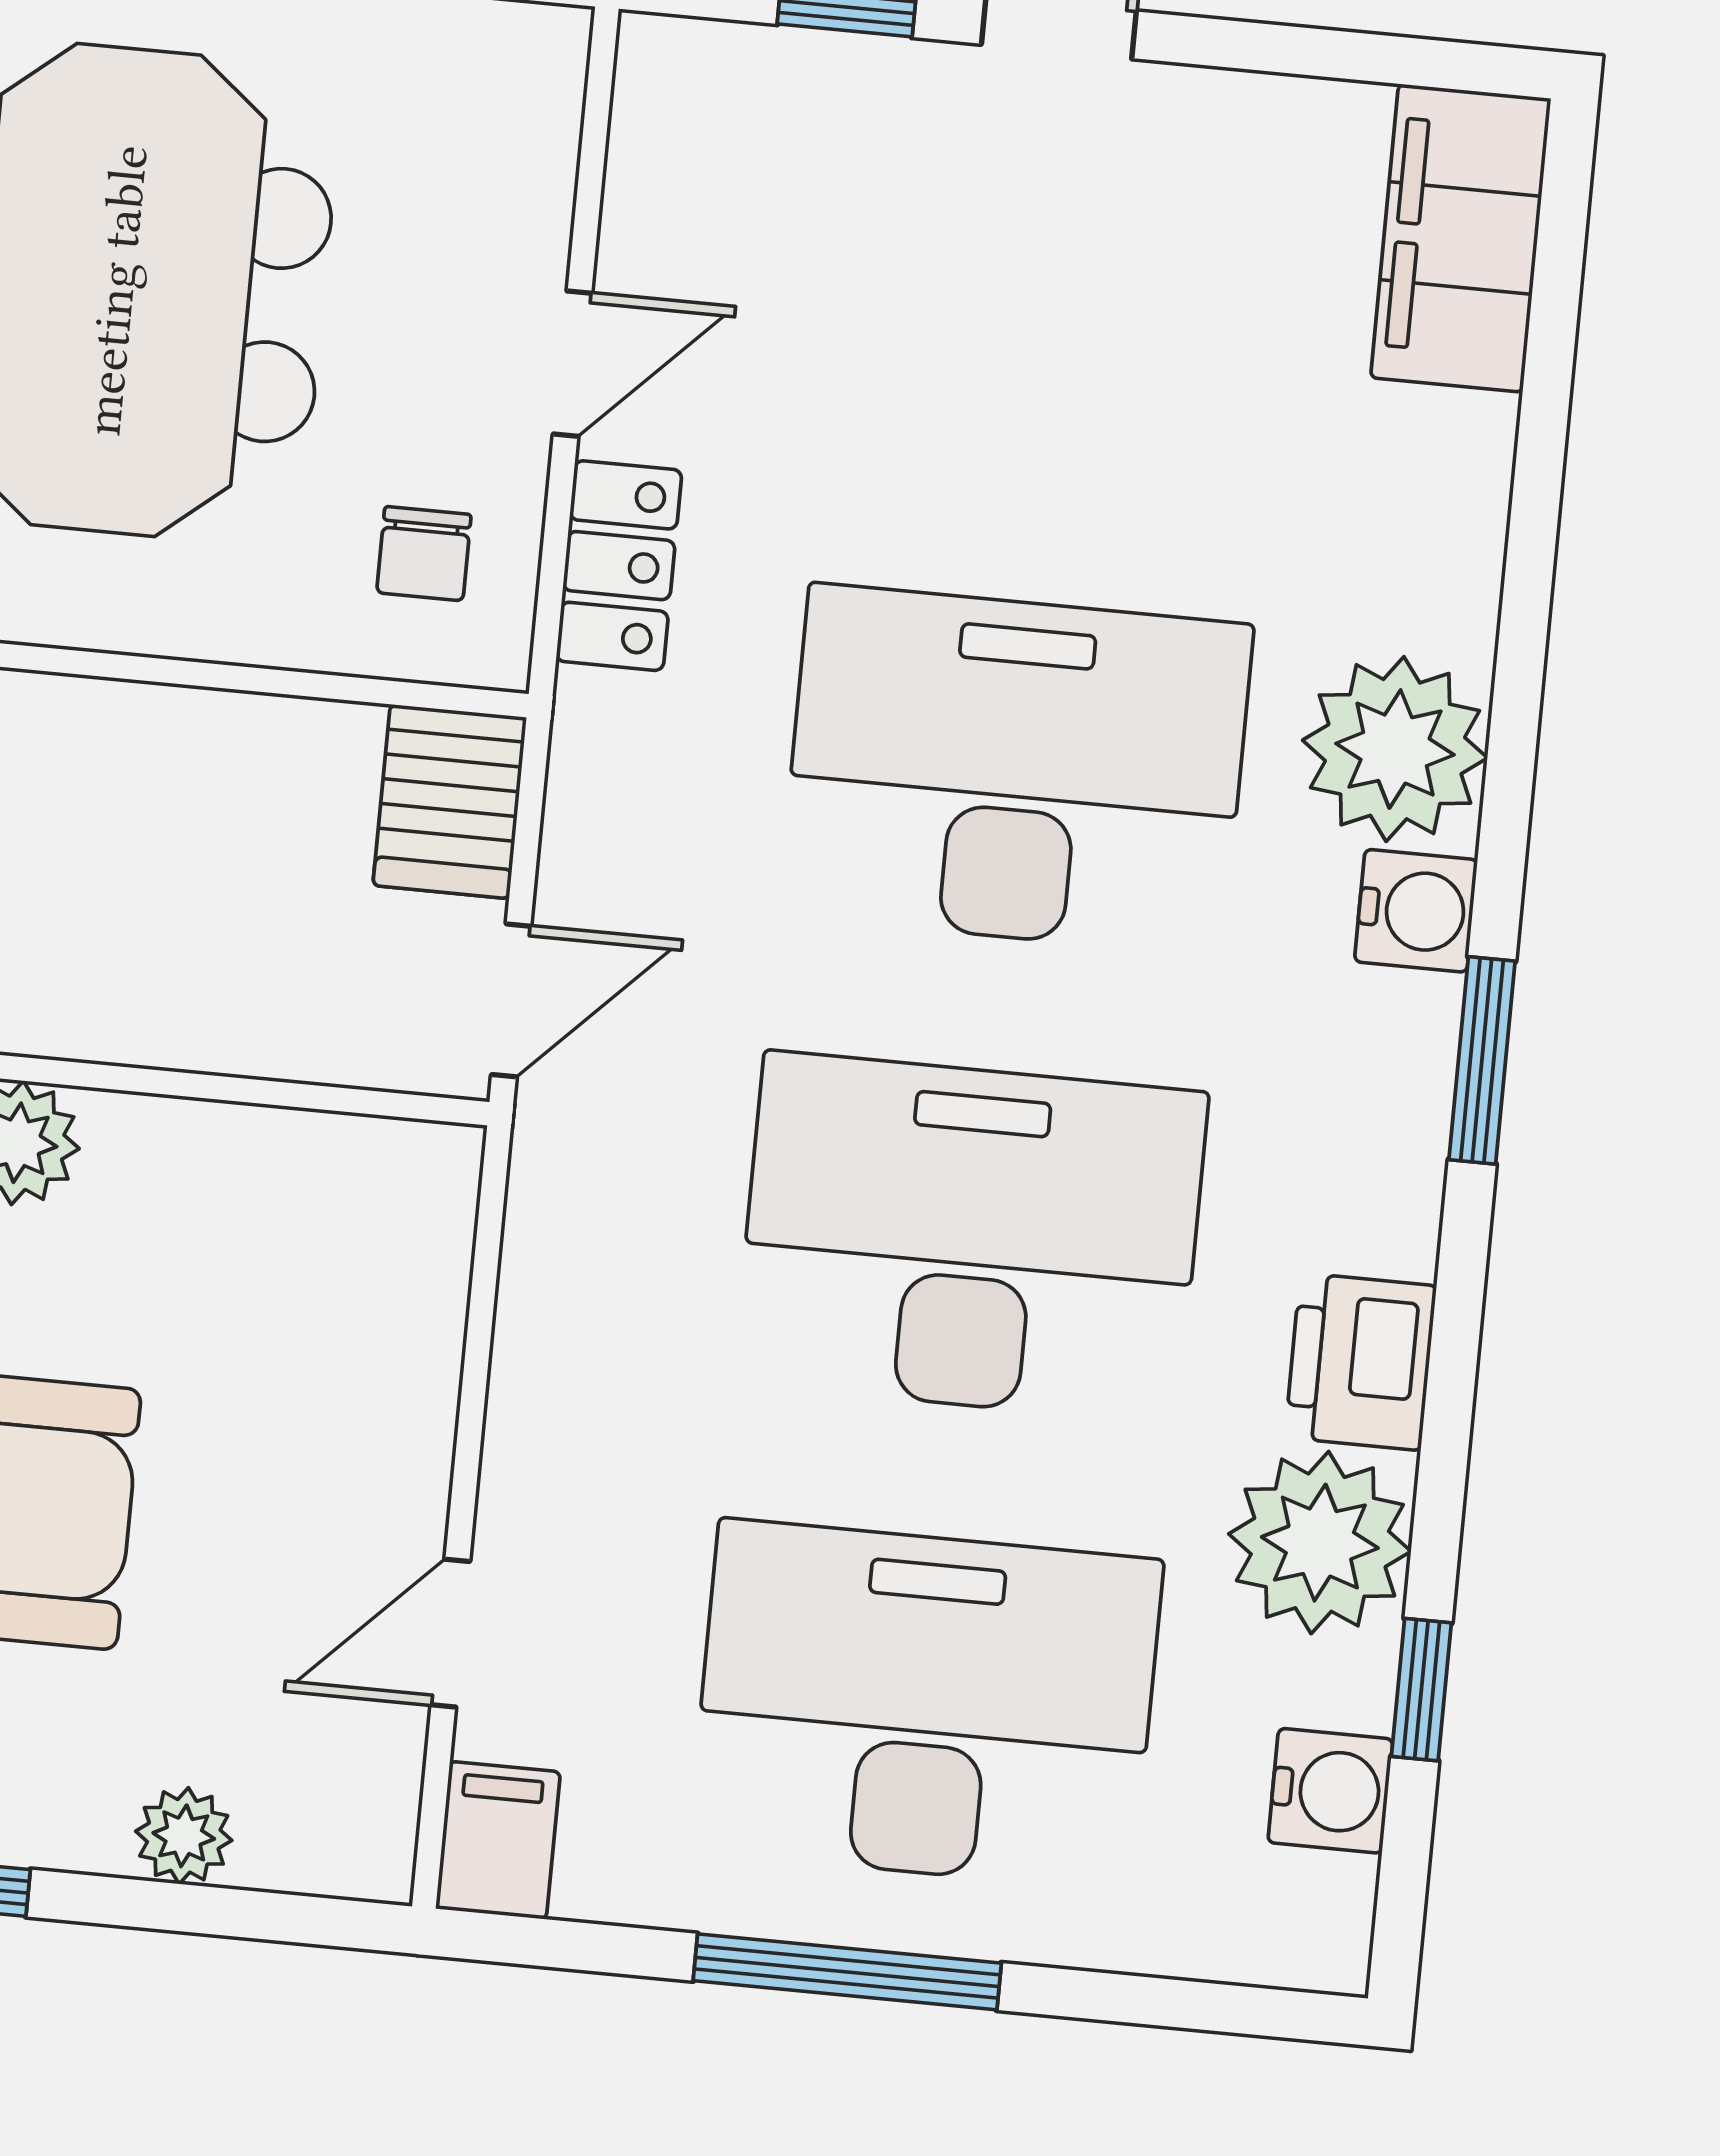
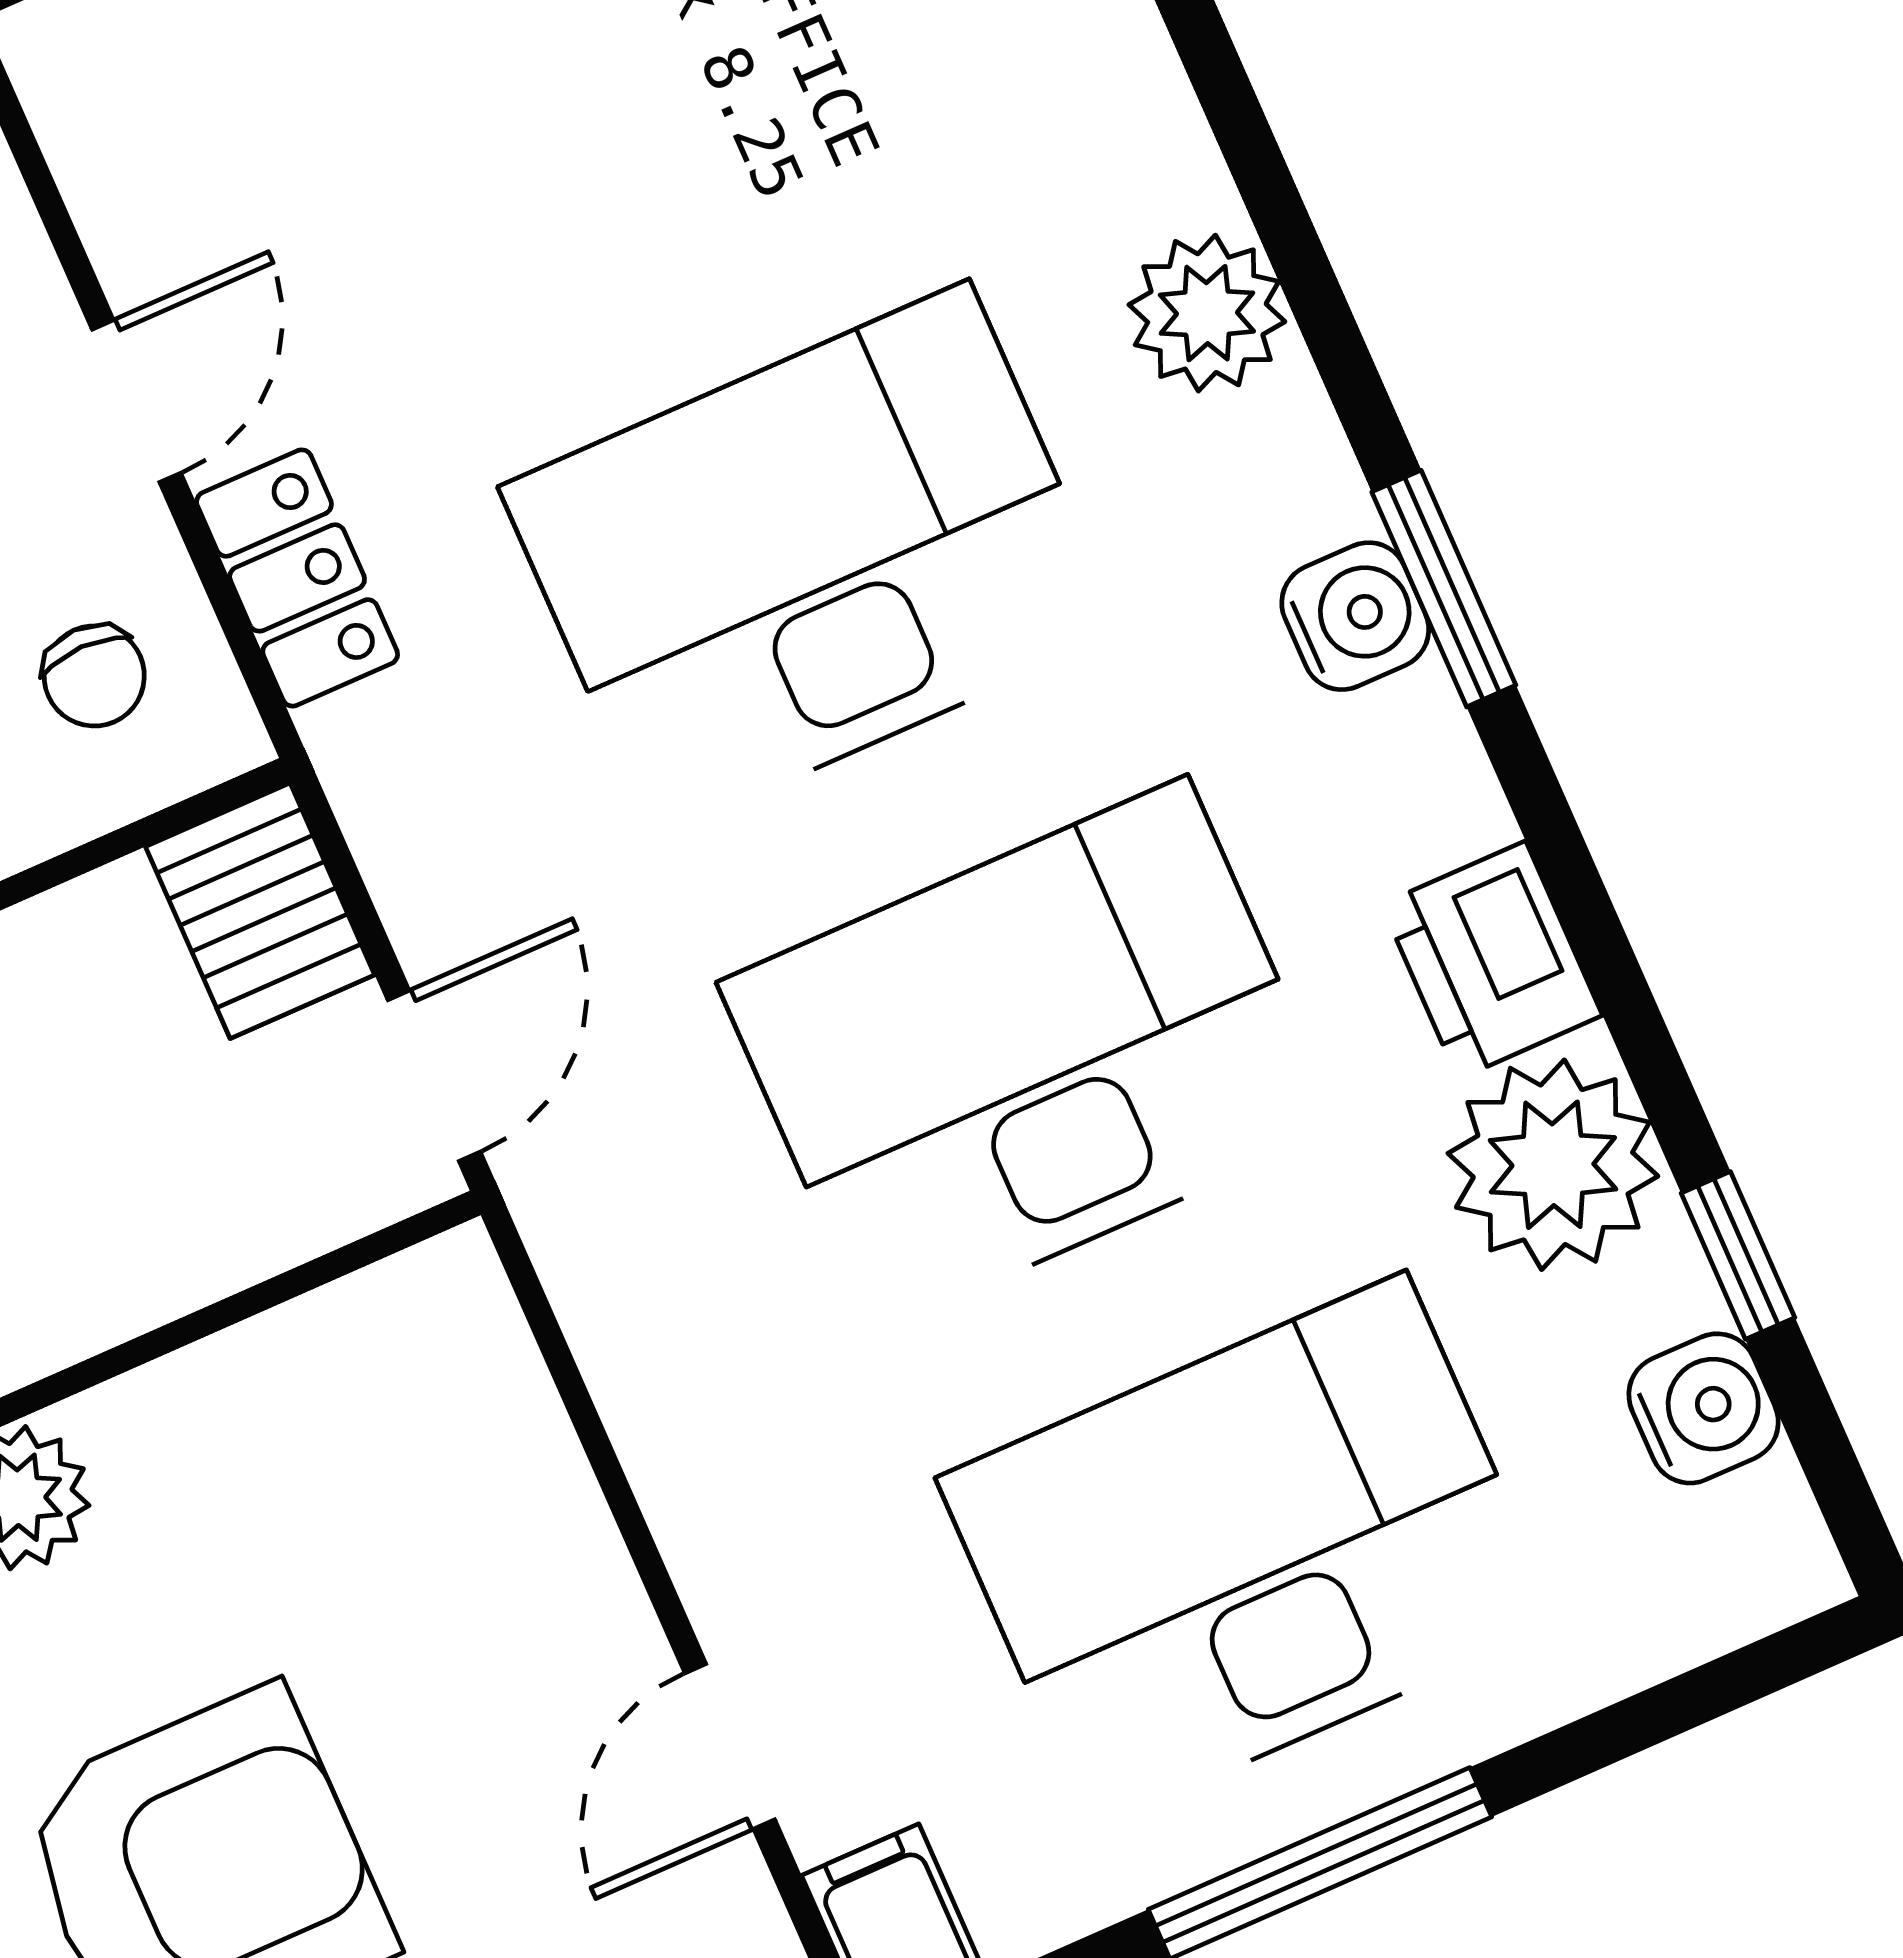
plant: (1395, 749) -> (1207, 313), width x0.73, depth x0.73
water cooler: (1416, 911) -> (1355, 616), moved

